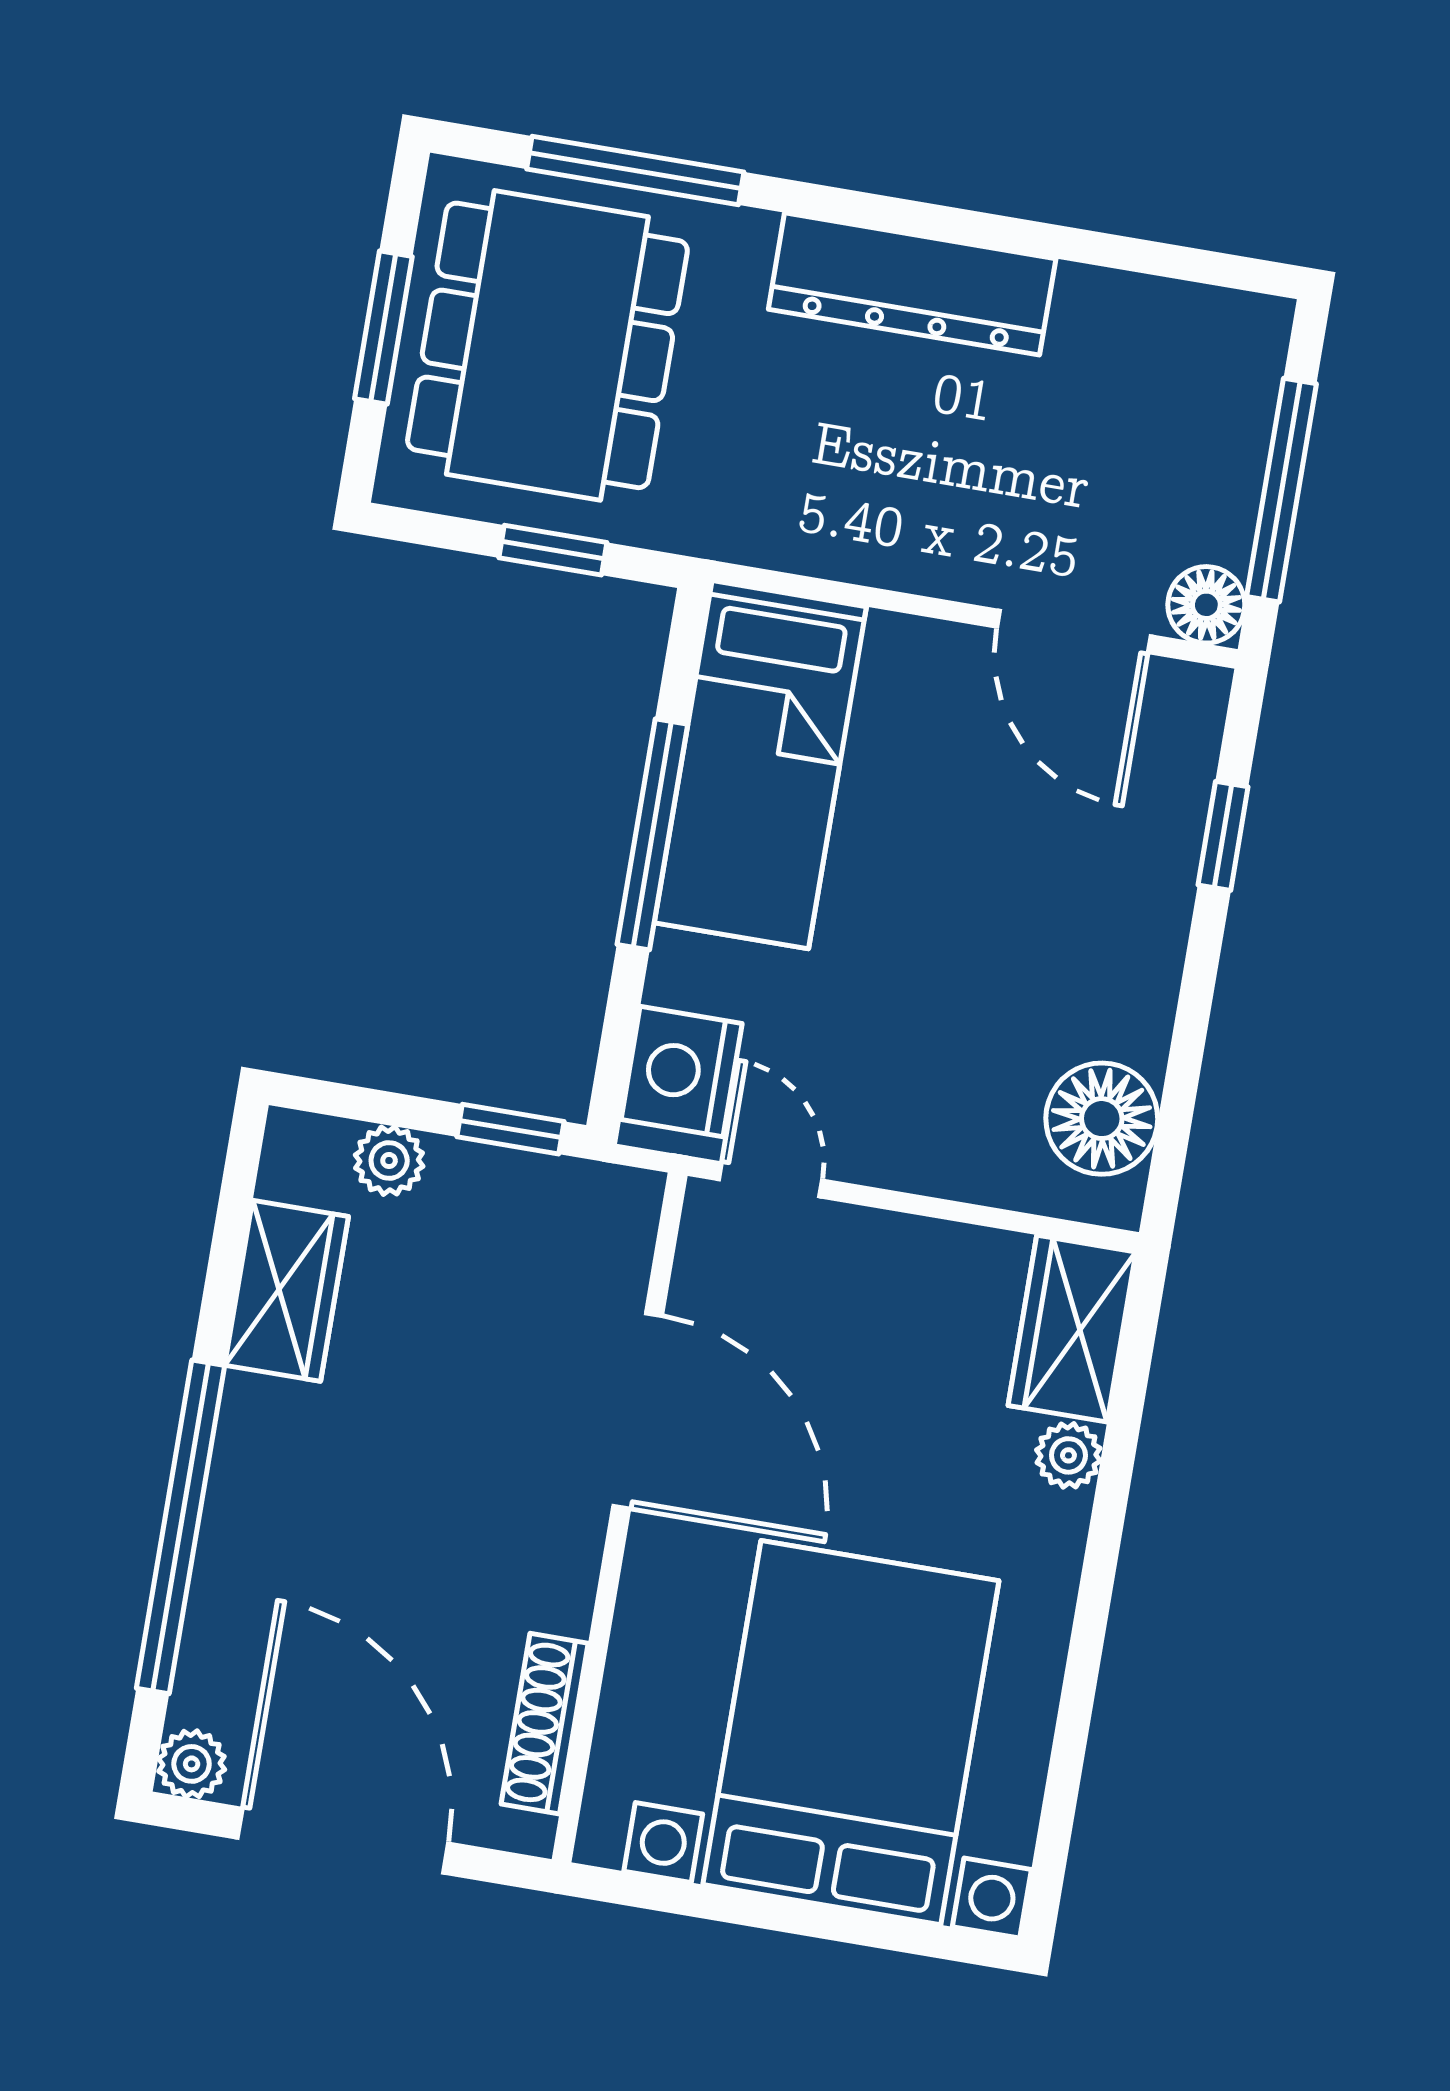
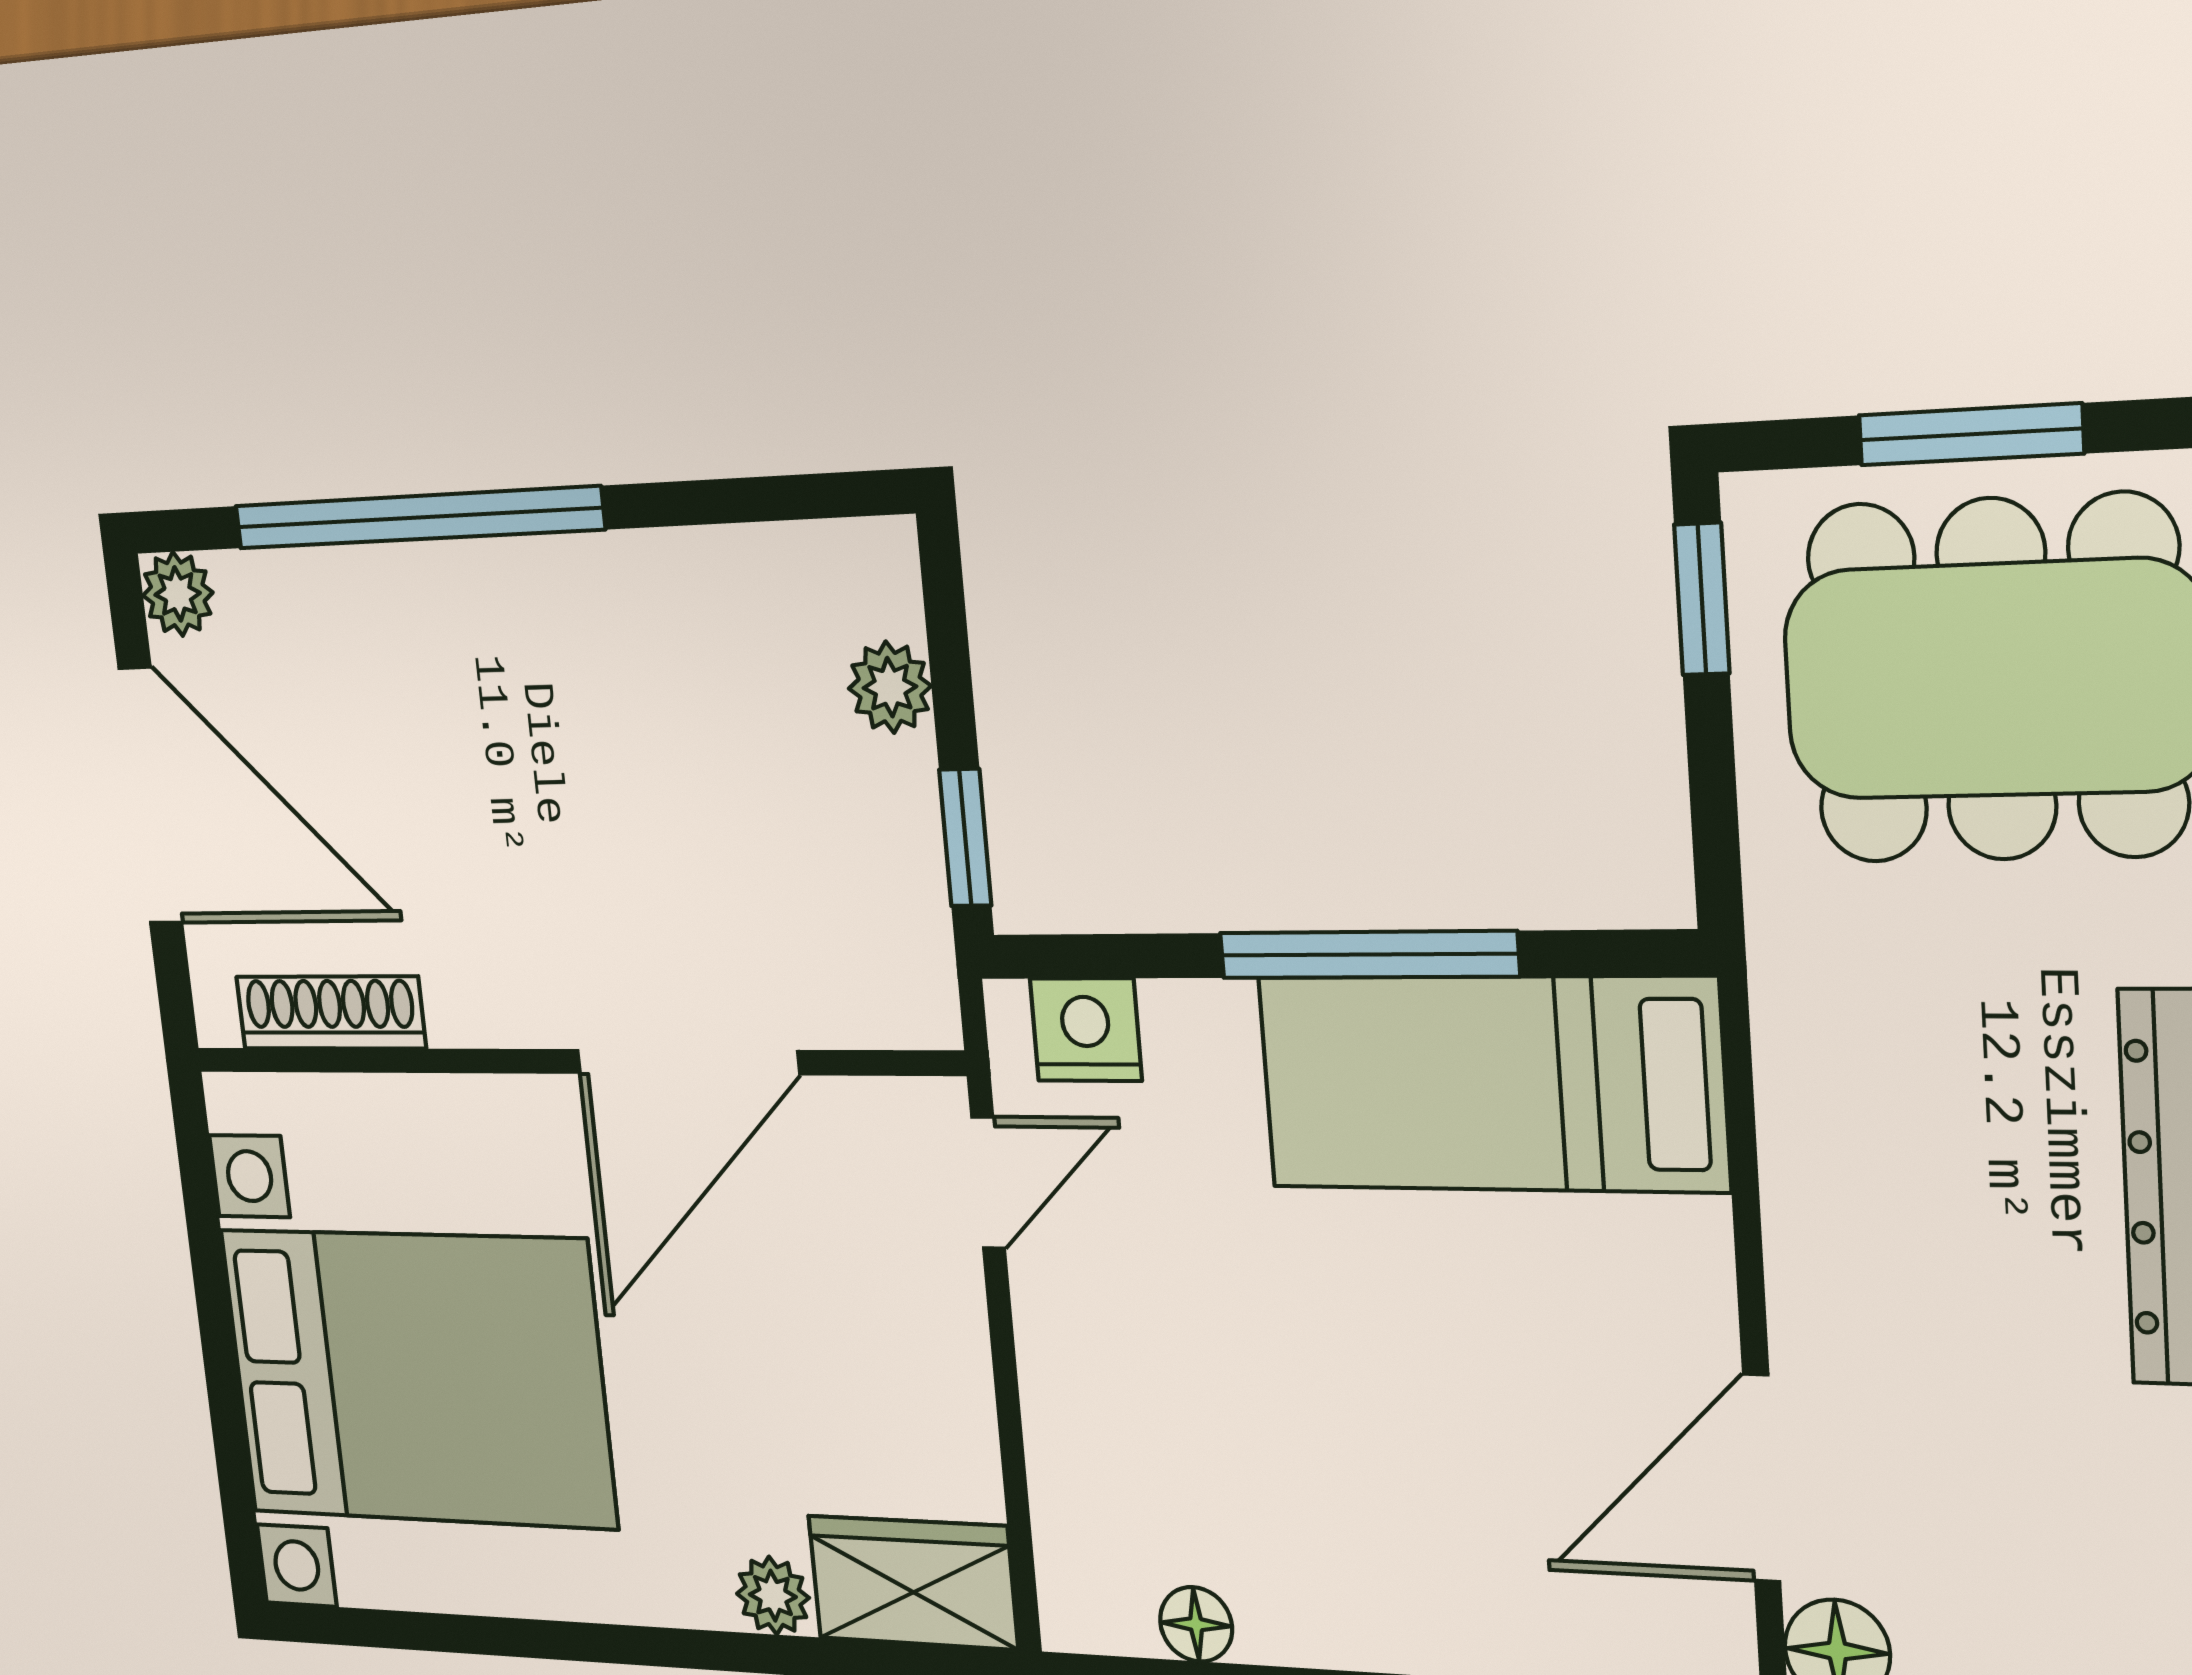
window: (553, 550) -> (1702, 599), moved
nightstand: (682, 1071) -> (1086, 1030), width x0.74, depth x0.75
floor lamp: (1102, 1119) -> (1196, 1624), width x0.53, depth x0.53
wardrobe: (287, 1291) -> (708, 589), removed
door: (343, 1841) -> (150, 796), hinge flipped

